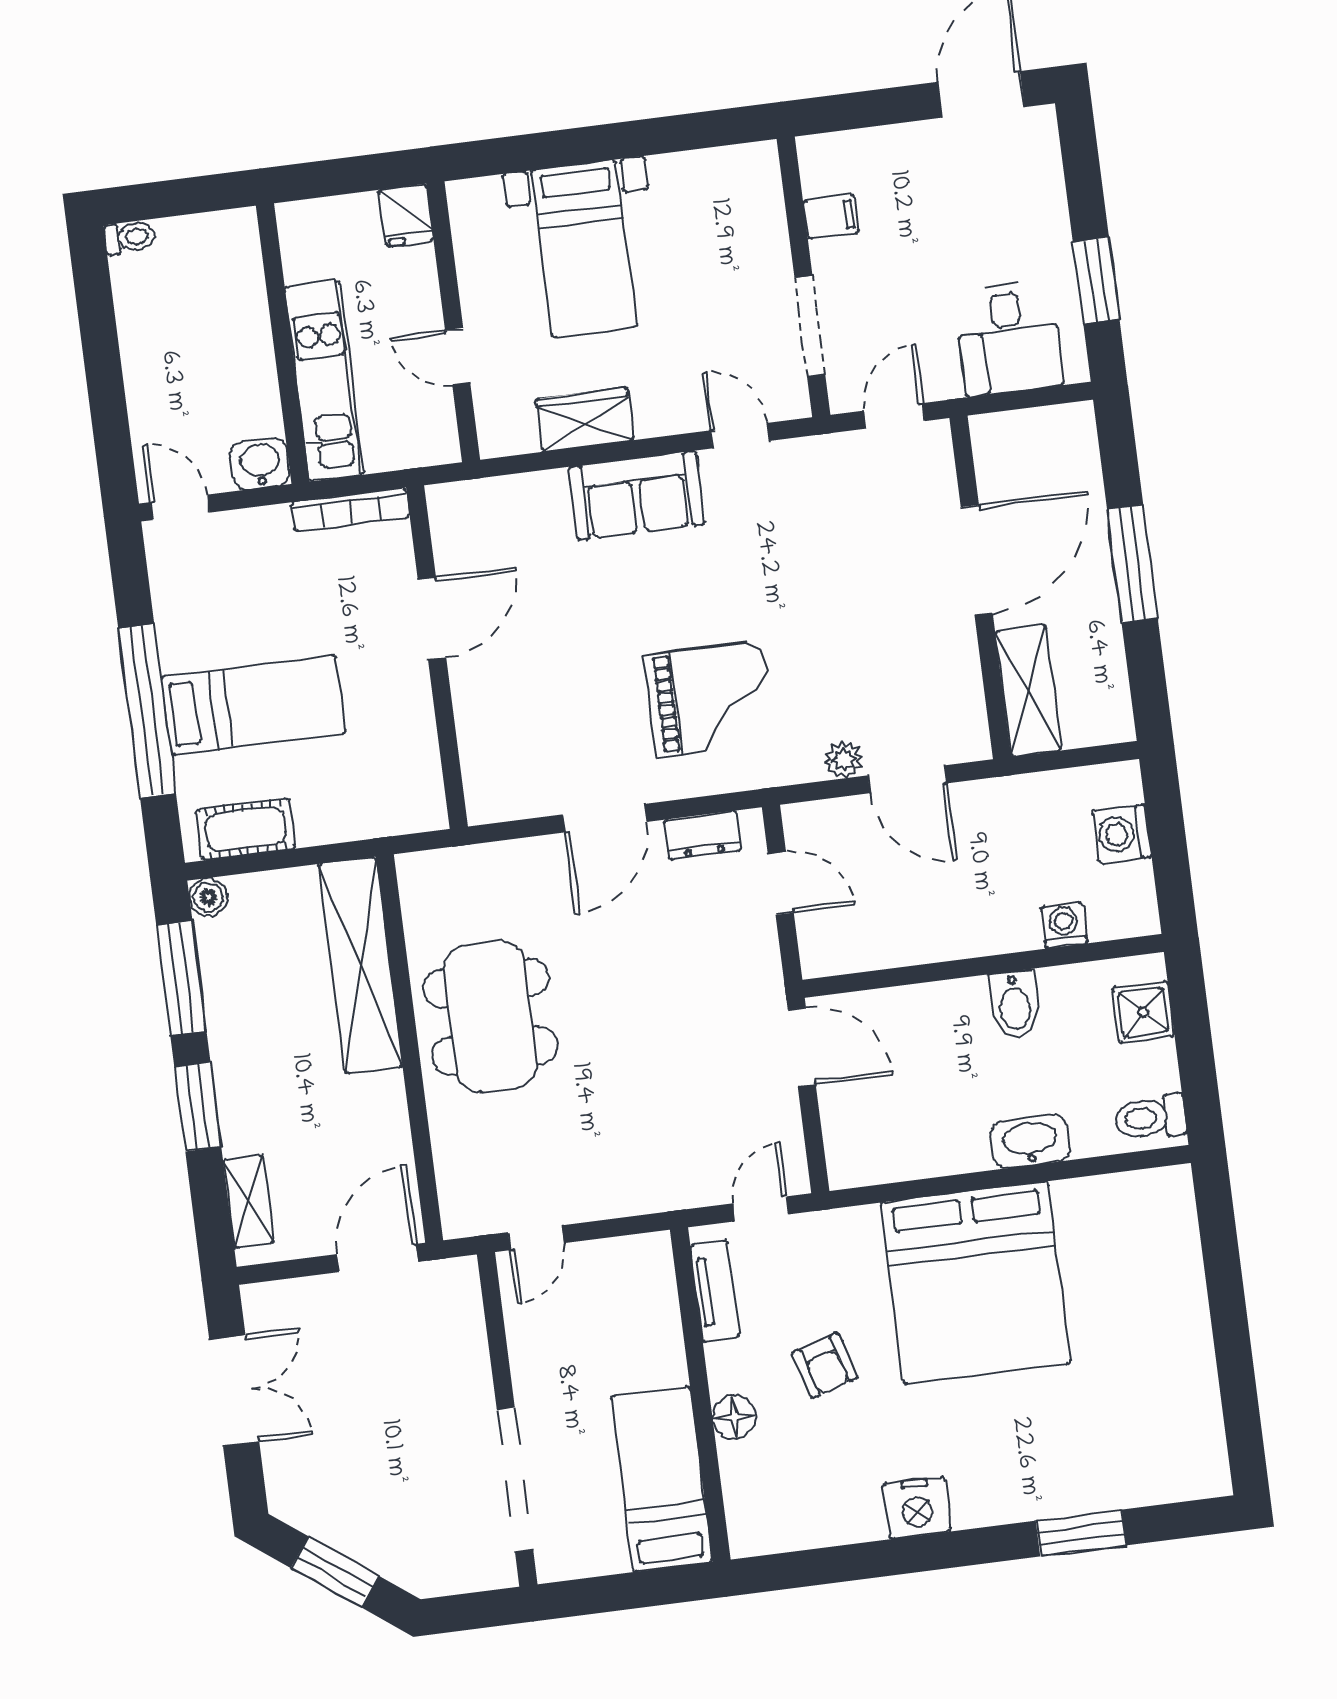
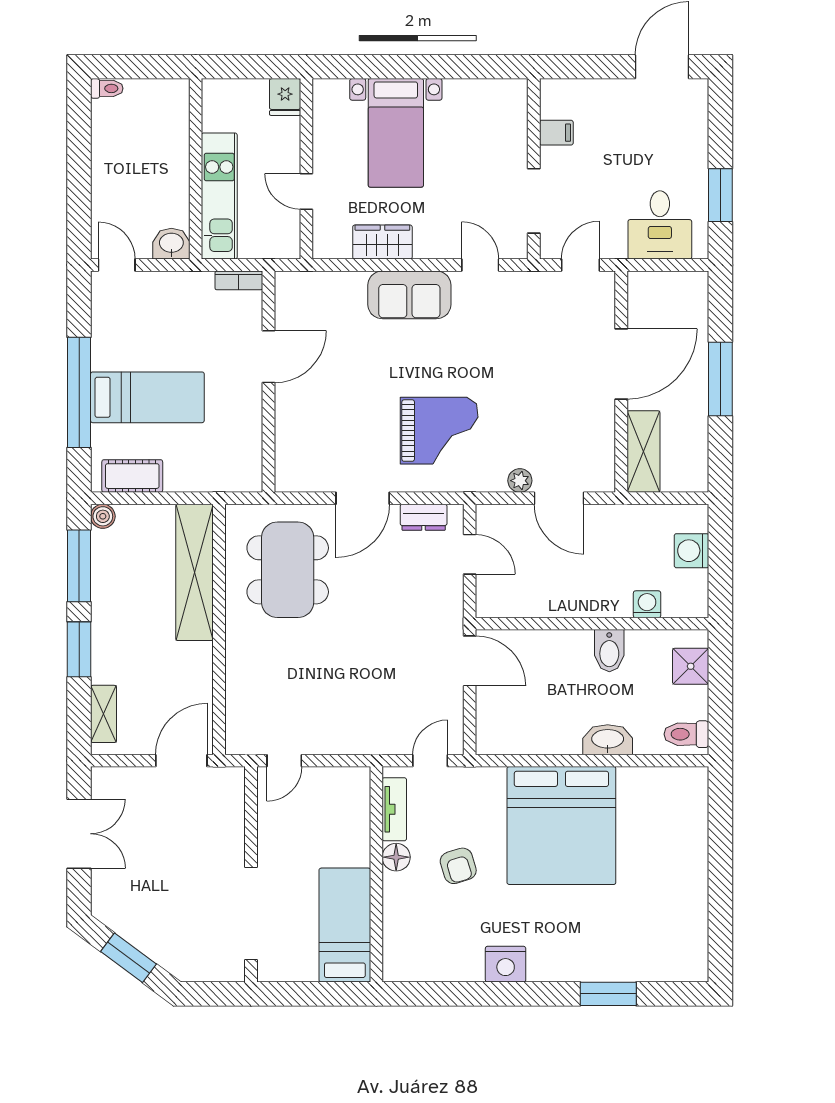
bookcase: (351, 510) -> (239, 280), width x0.64
dining table: (491, 1017) -> (288, 570), moved
floor lamp: (734, 1417) -> (396, 857), moved

